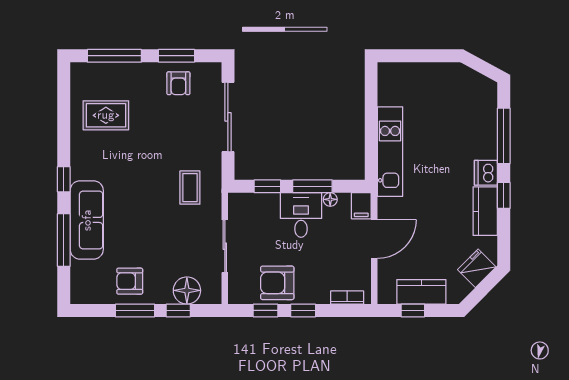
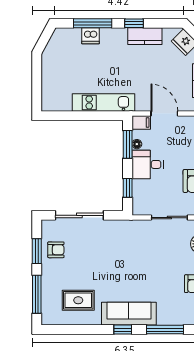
rug: (106, 115) -> (78, 300), turned 90
dishwasher: (486, 173) -> (90, 36), moved
window: (312, 186) -> (128, 144), moved
coffee table: (190, 188) -> (129, 242), removed
sofa: (87, 220) -> (129, 314), moved

